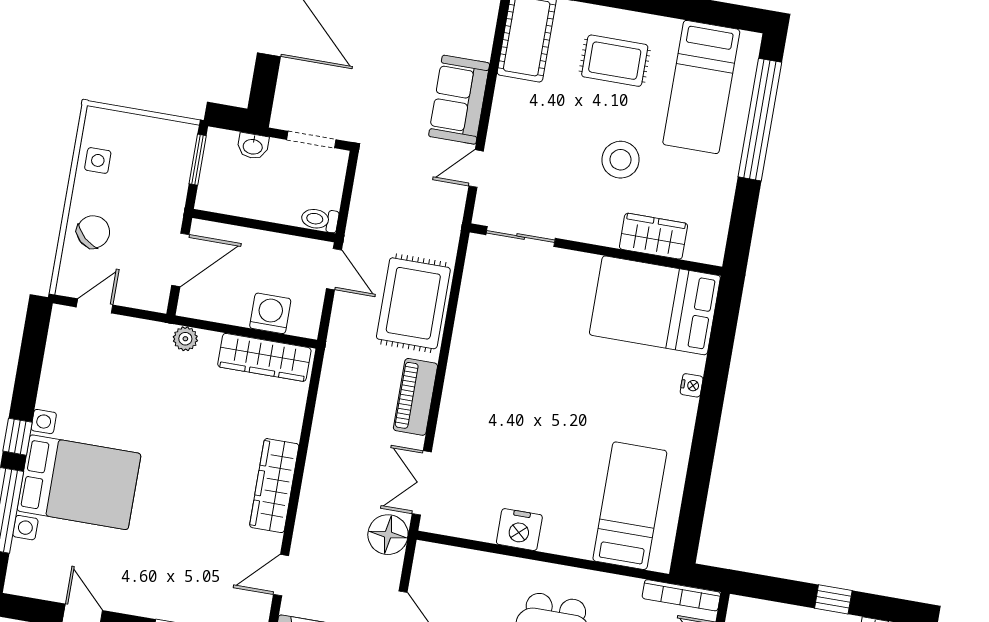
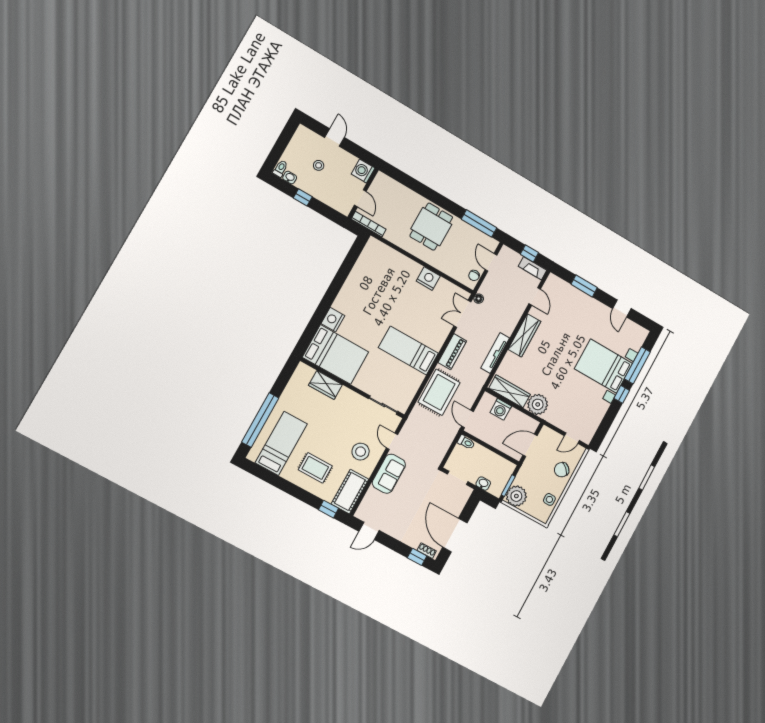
plant: (172, 144) -> (516, 496), added
stool: (620, 160) -> (361, 452), moved
door: (476, 169) -> (392, 441), swing flipped
plant: (185, 339) -> (538, 404), width x1.87, depth x1.87
nightstand: (692, 385) -> (333, 320), width x1.89, depth x1.79
tv unit: (324, 426) -> (495, 353), added
double door: (422, 483) -> (462, 314), swing flipped
bed: (630, 506) -> (408, 351), moved, turned 90
floor lamp: (388, 535) -> (479, 299), width x0.53, depth x0.53
chair: (426, 571) -> (474, 275), added
door: (281, 575) -> (535, 296), hinge flipped

